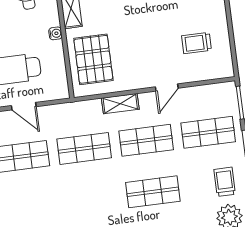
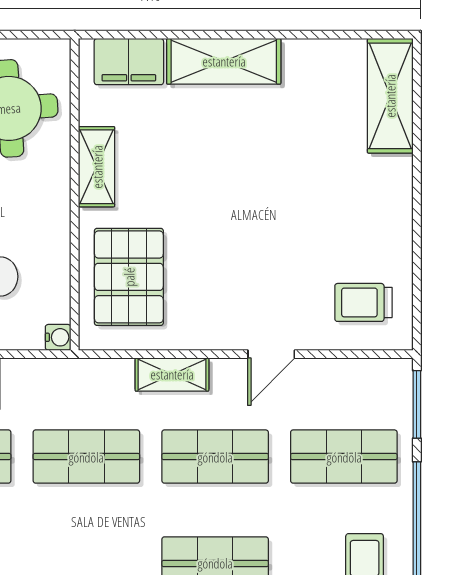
water cooler: (55, 33) -> (58, 337), moved
trolley: (196, 43) -> (363, 302), moved

